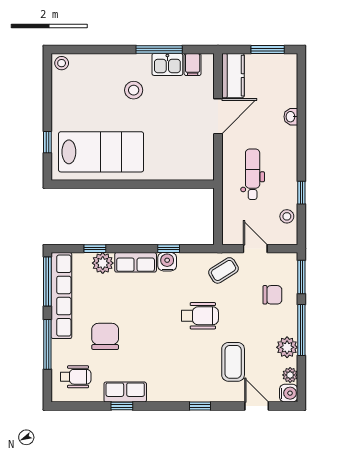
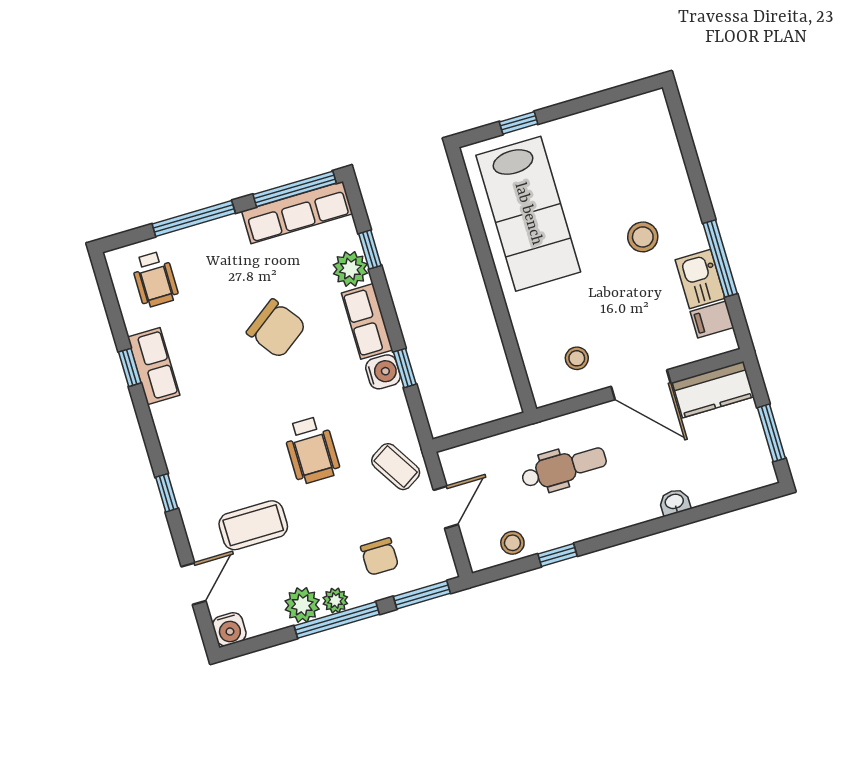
stool: (62, 63) -> (577, 358), moved
row of seats: (61, 296) -> (297, 213), width x0.73
chair: (105, 336) -> (276, 329), moved, turned 54
plant: (290, 375) -> (335, 601), moved

